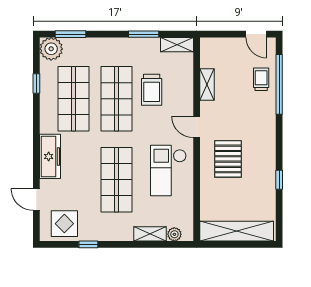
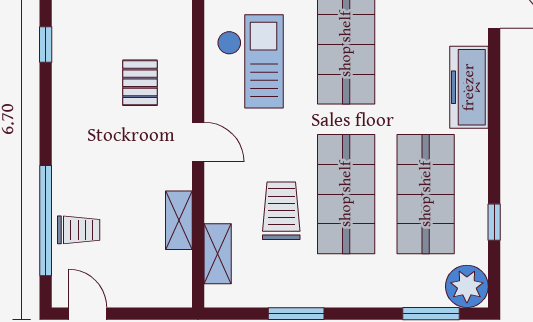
shelving: (177, 45) -> (218, 254), moved, turned 90
trolley: (261, 79) -> (79, 230), turned -90
pallet: (228, 159) -> (140, 83), width x0.67, depth x0.71

